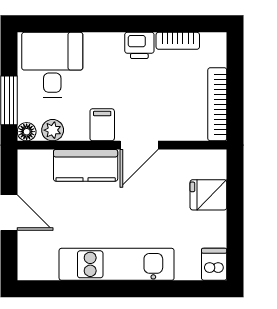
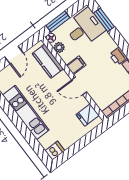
window: (63, 24) -> (104, 20), added
kitchen counter: (86, 165) -> (48, 61), moved
fridge: (208, 195) -> (87, 115), moved, turned -90

